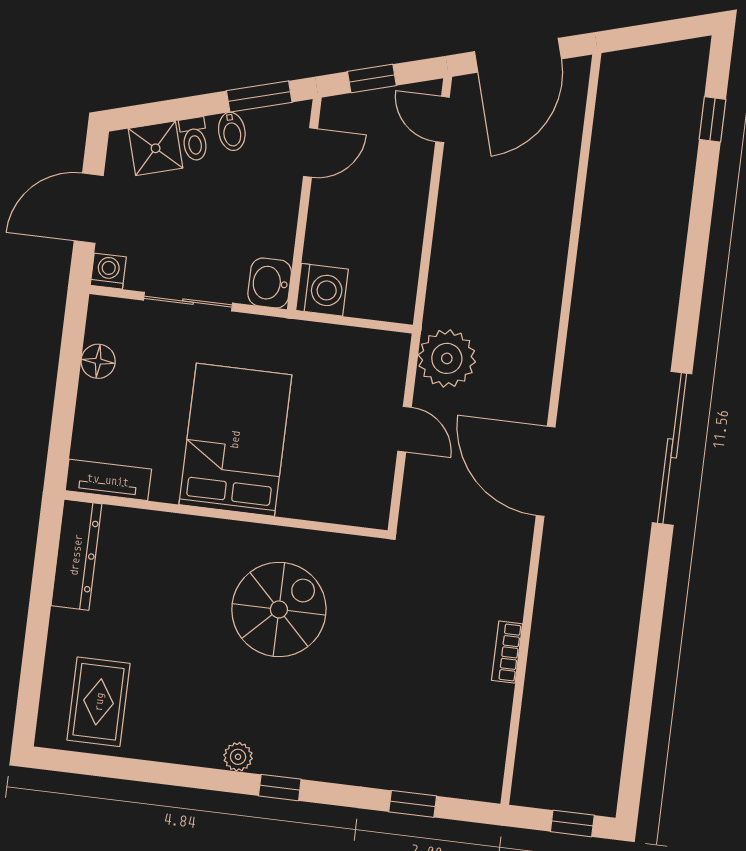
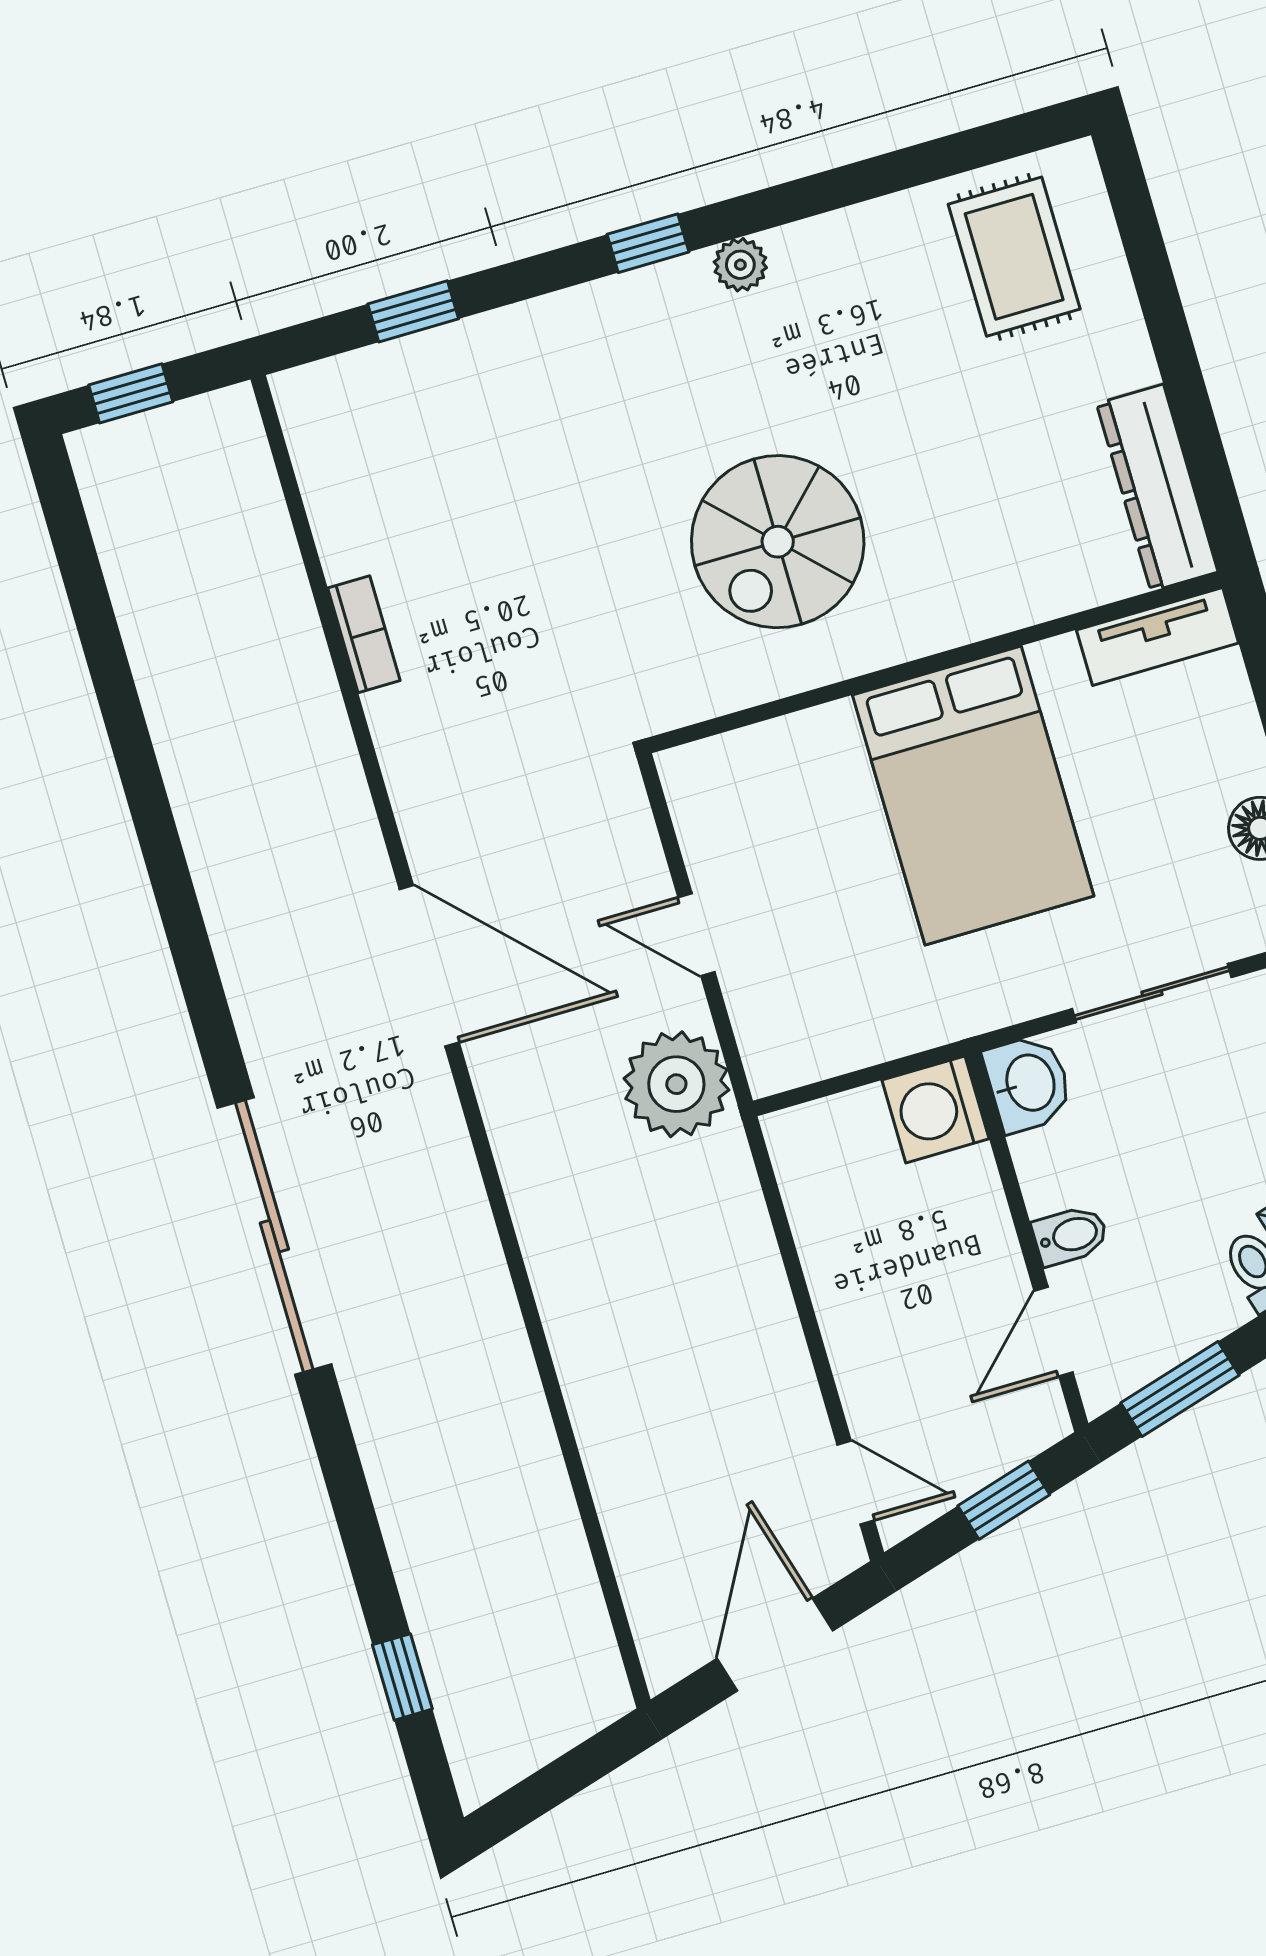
door: (518, 55) -> (775, 1645), width x0.73
bidet: (232, 131) -> (1070, 1235), moved, turned 106
sliding door: (672, 448) -> (274, 1236), moved

